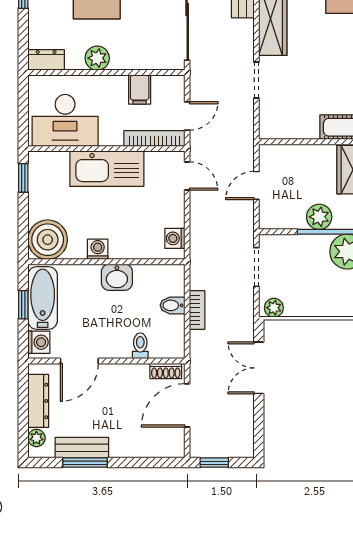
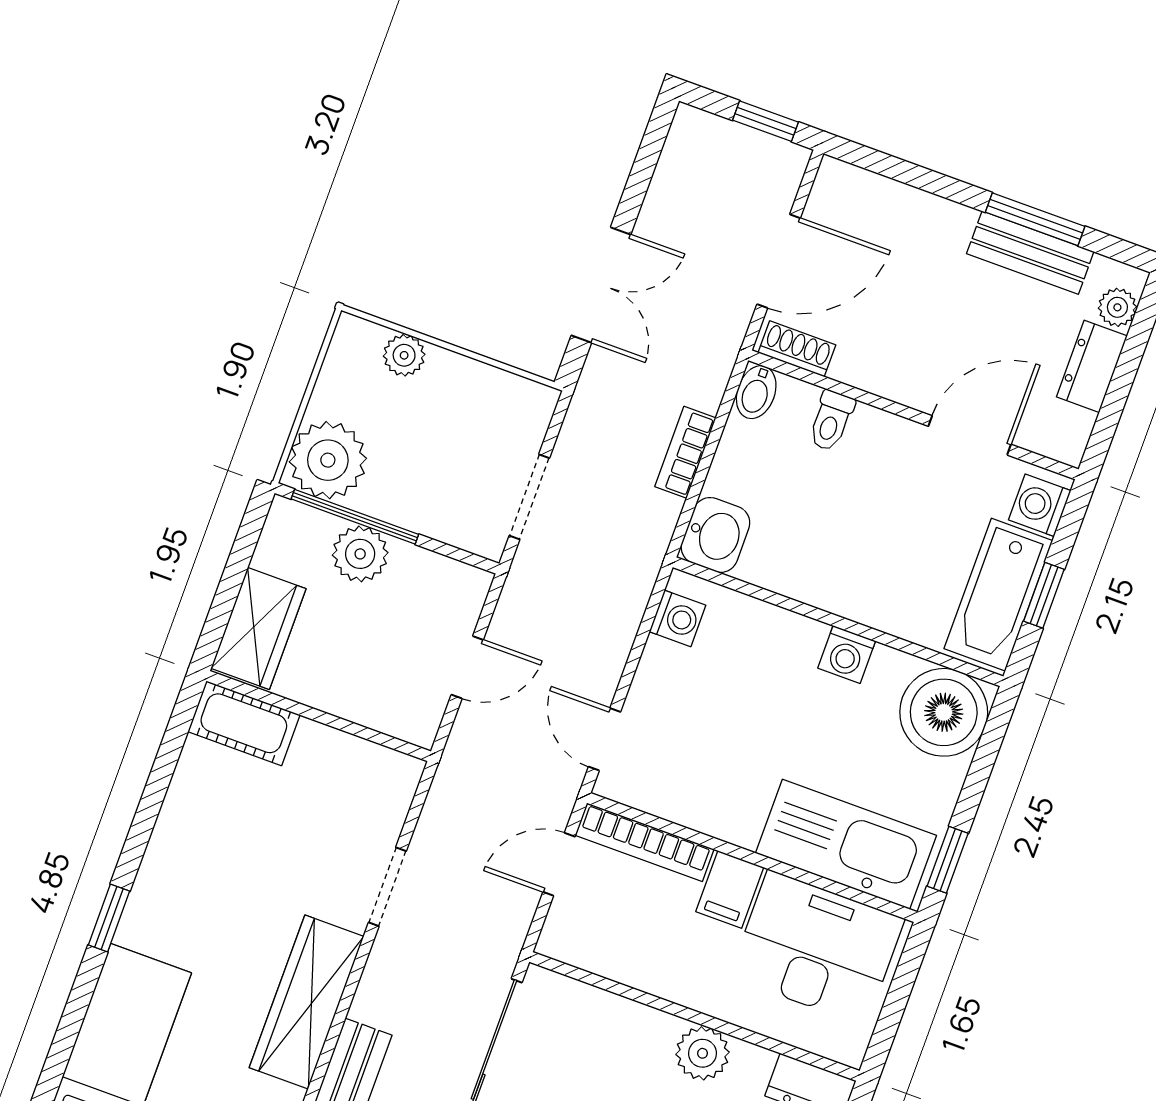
filing cabinet: (140, 89) -> (730, 889), moved, turned 180
kitchen sink: (107, 169) -> (846, 844), moved
washbasin: (117, 277) -> (715, 535), moved, turned 90
bidet: (172, 305) -> (756, 392), moved, turned 90
plant: (274, 308) -> (404, 355), moved
dresser: (38, 401) -> (1092, 366), width x0.70

